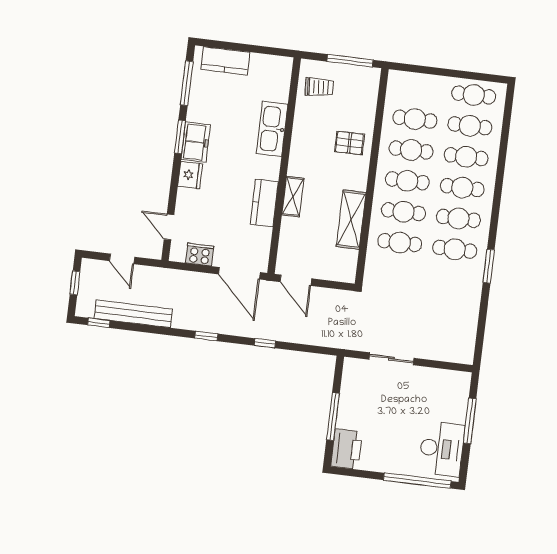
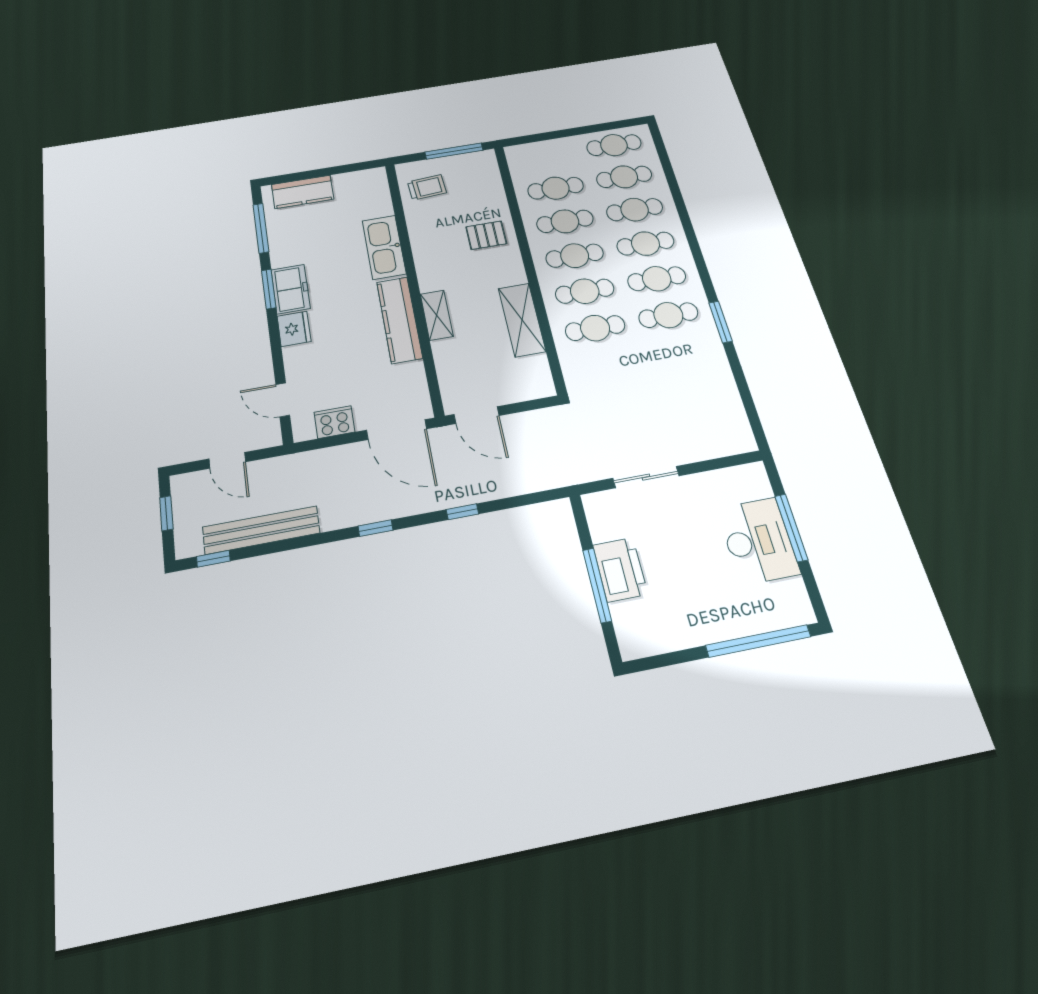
kitchen counter: (264, 203) -> (399, 320), width x1.50
printer: (346, 449) -> (620, 570), moved
desk: (442, 449) -> (758, 541), moved

